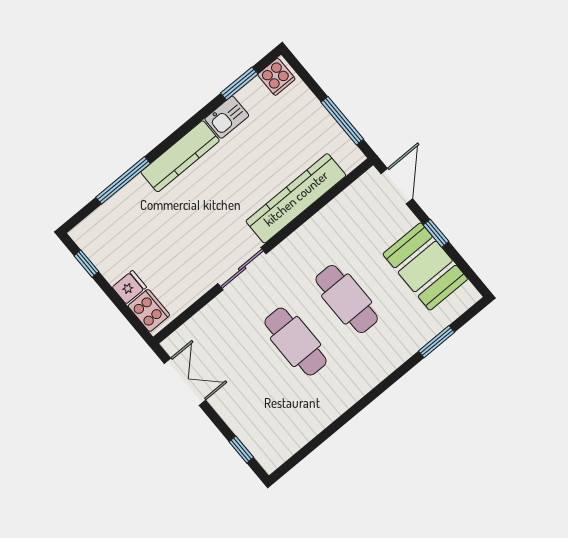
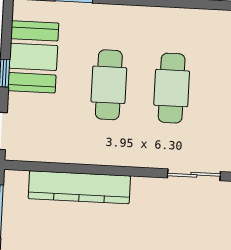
sliding door: (242, 269) -> (194, 175), moved

